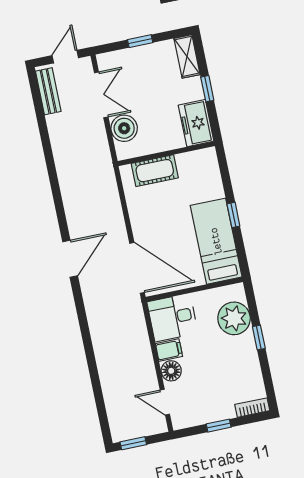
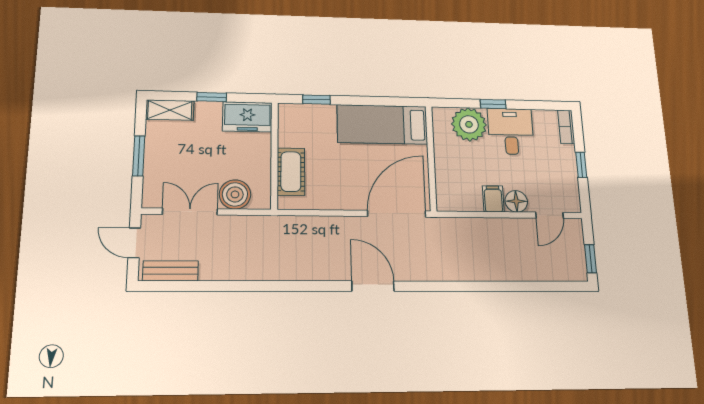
window: (140, 41) -> (139, 156), width x1.50
window: (233, 215) -> (316, 100), moved
desk: (172, 317) -> (511, 131), moved, turned 180

